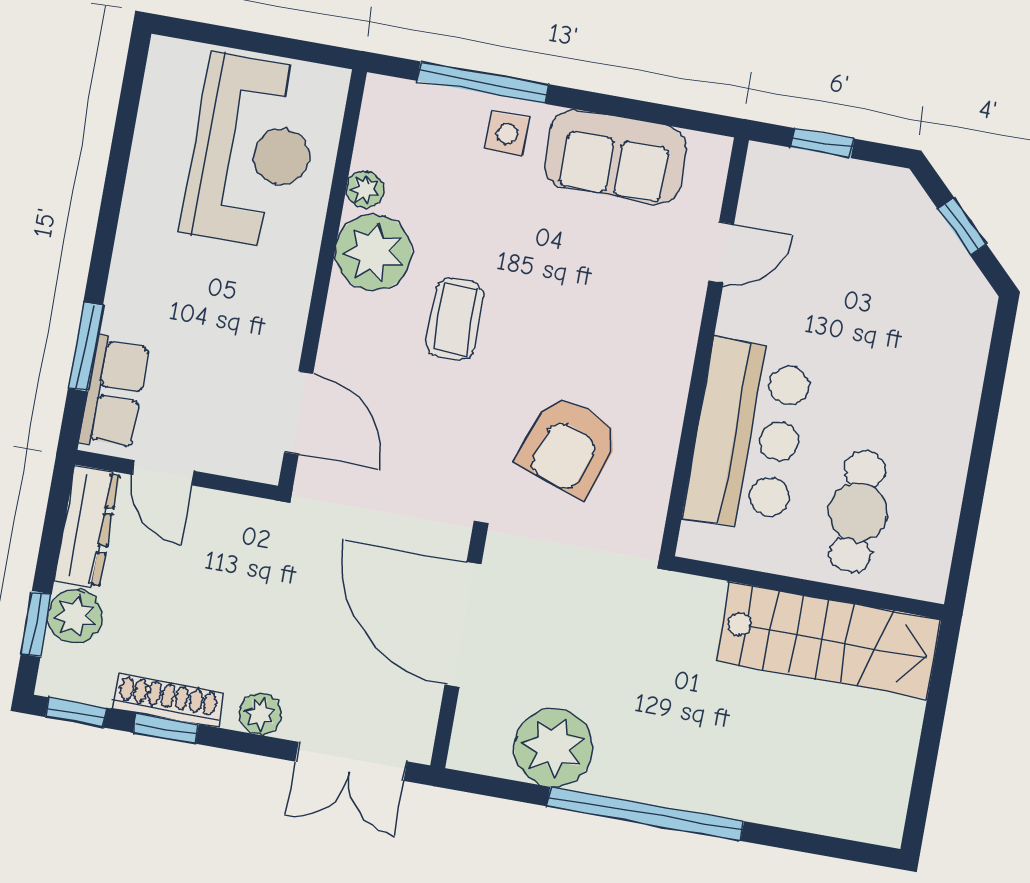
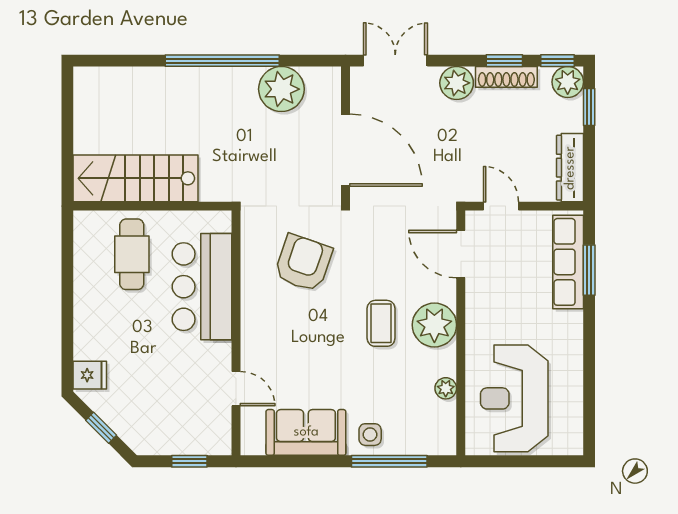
plant: (373, 252) -> (434, 325), moved
door: (721, 252) -> (236, 389), swing flipped
fridge: (965, 320) -> (90, 375), added
row of seats: (114, 393) -> (568, 262), width x1.48
door: (163, 473) -> (501, 206), moved
plant: (75, 616) -> (568, 82), moved
plant: (260, 714) -> (457, 83), width x1.38, depth x1.38

